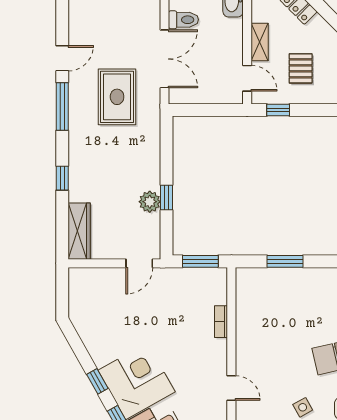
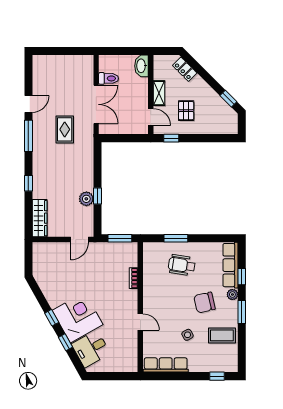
rug: (117, 97) -> (65, 129), width x0.73, depth x0.70
wheelchair: (294, 302) -> (182, 265), added

